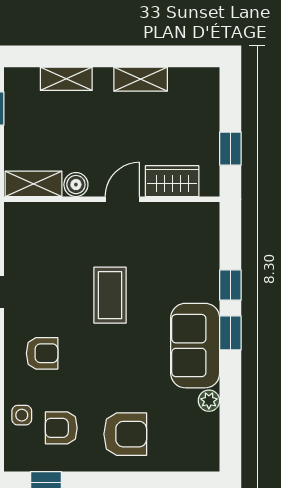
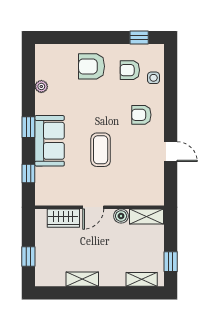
shelving: (66, 79) -> (142, 279), moved
window: (230, 149) -> (28, 256), moved
window: (230, 285) -> (28, 174), moved
sofa: (195, 346) -> (50, 141), moved
armchair: (61, 428) -> (130, 70), turned 180

